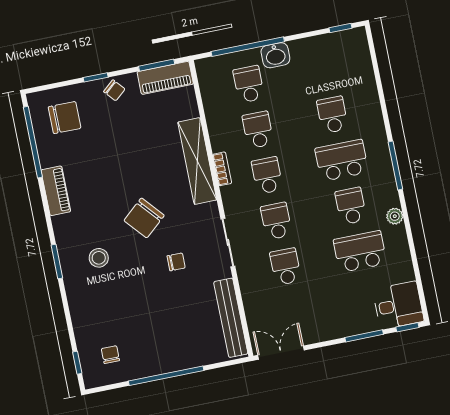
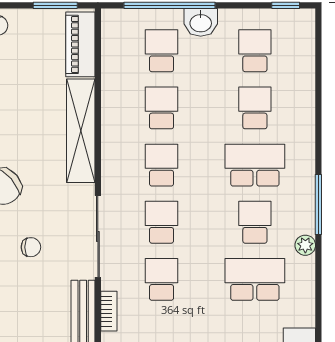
school desk: (323, 69) -> (255, 51), added
piano: (165, 78) -> (80, 44), moved, turned 90
window: (395, 165) -> (318, 205), moved
bookcase: (222, 169) -> (109, 311), moved
sliding door: (228, 243) -> (98, 236), width x1.37

